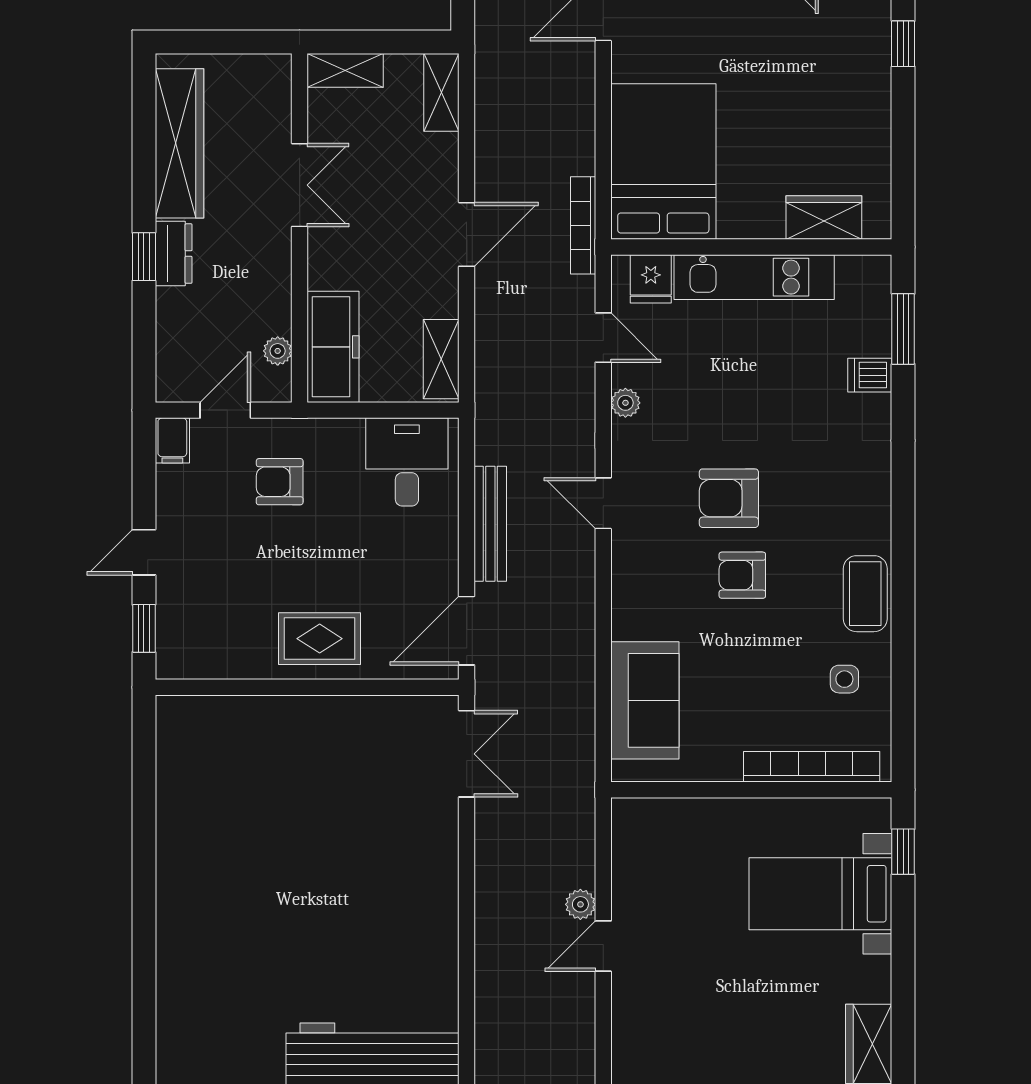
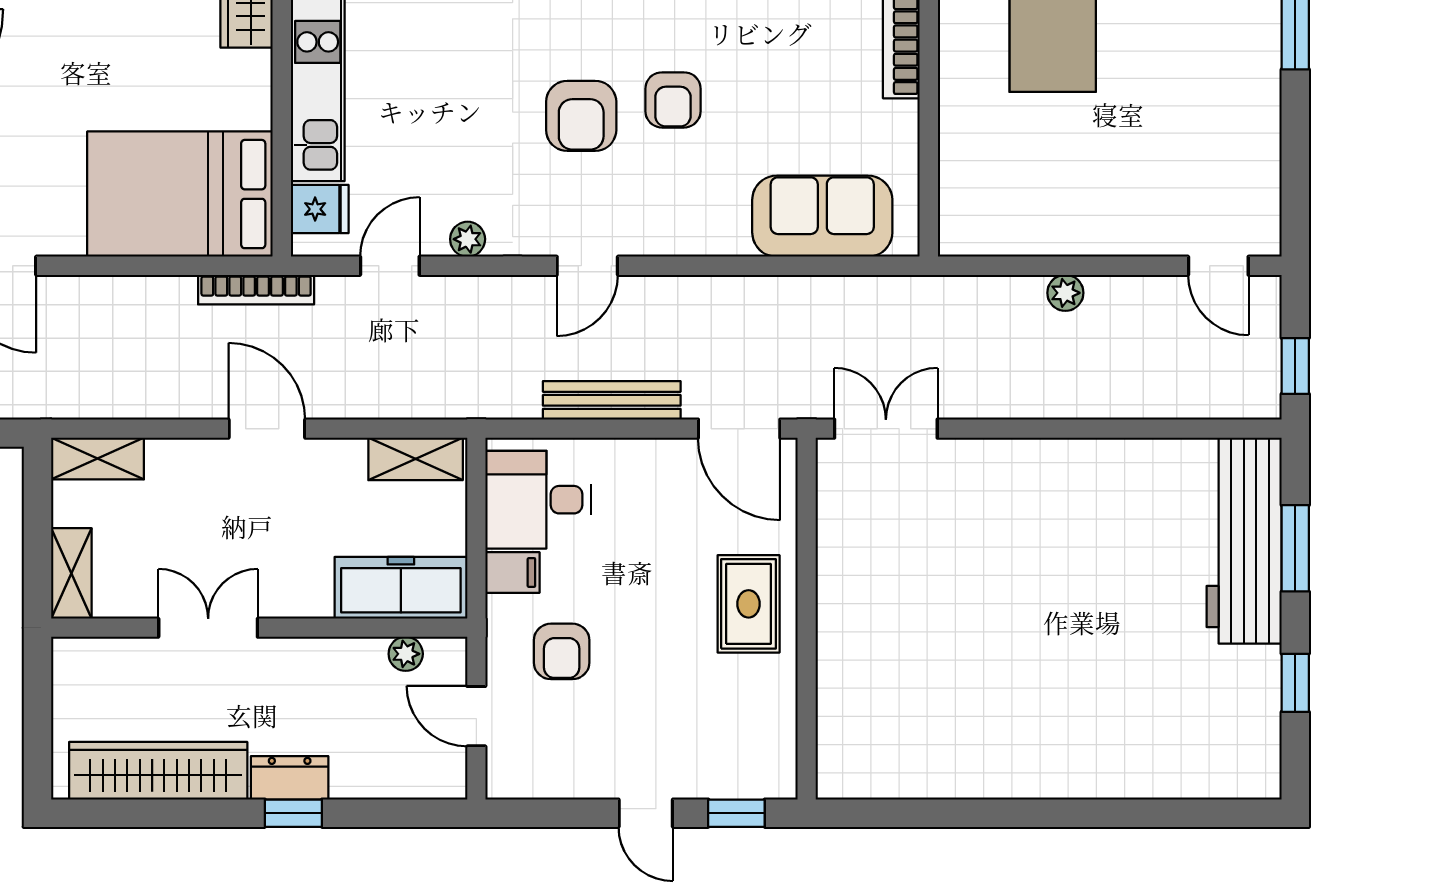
filing cabinet: (172, 440) -> (512, 572), moved
door: (603, 946) -> (1218, 266), moved

